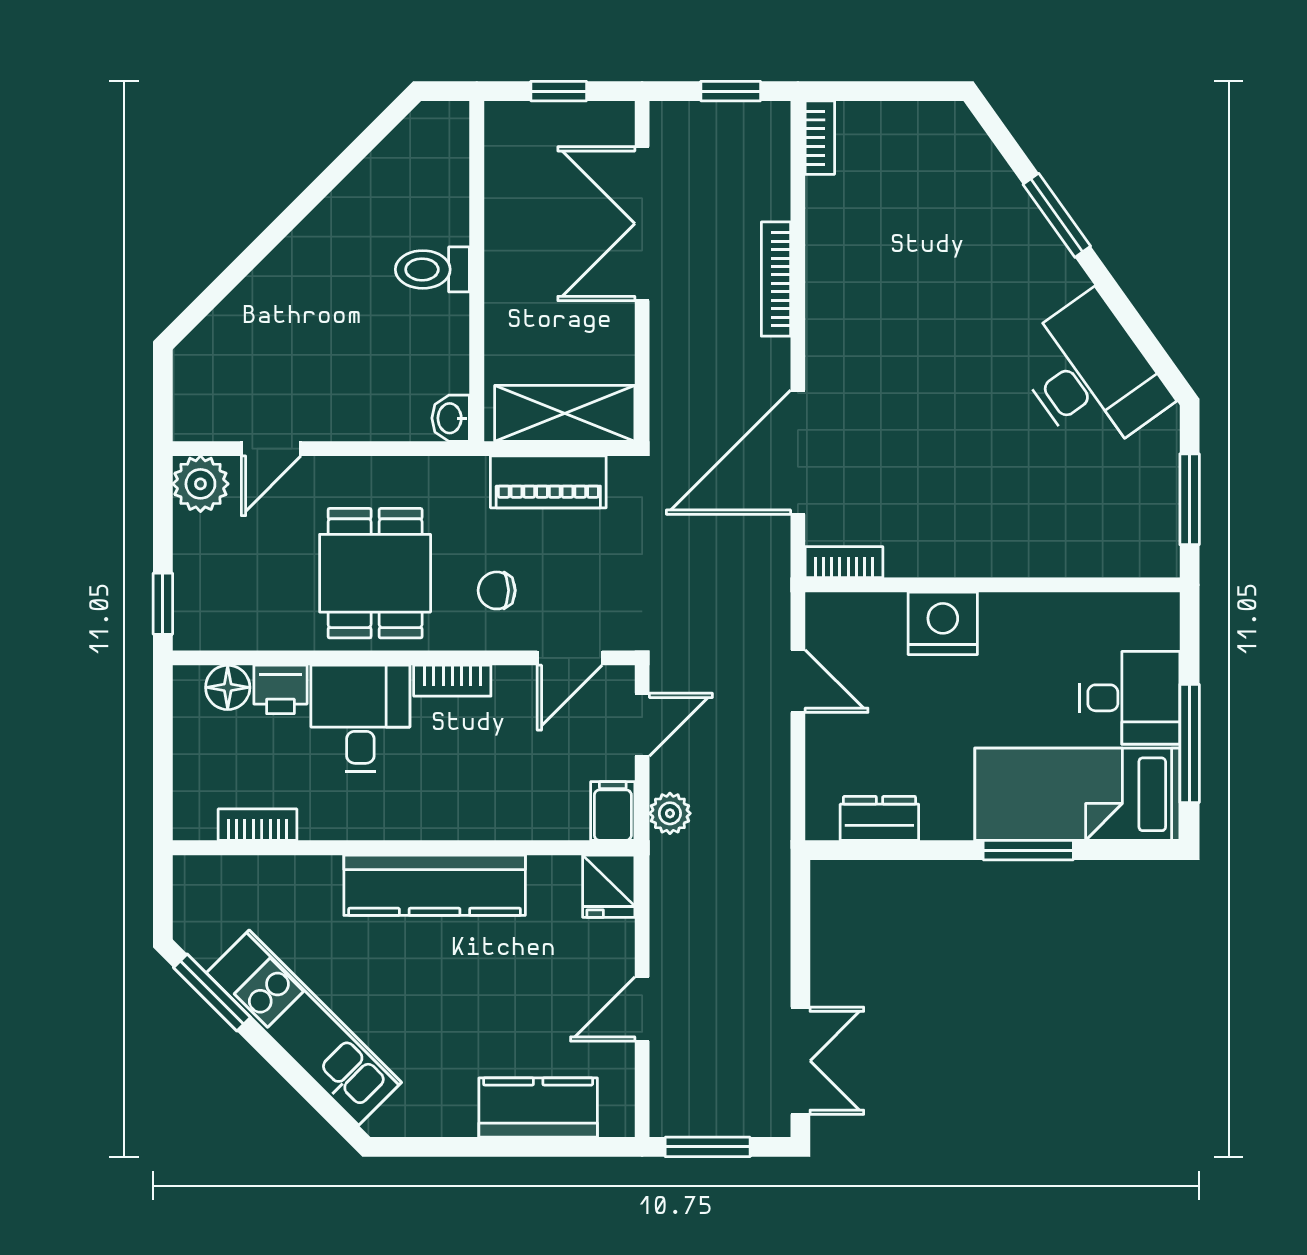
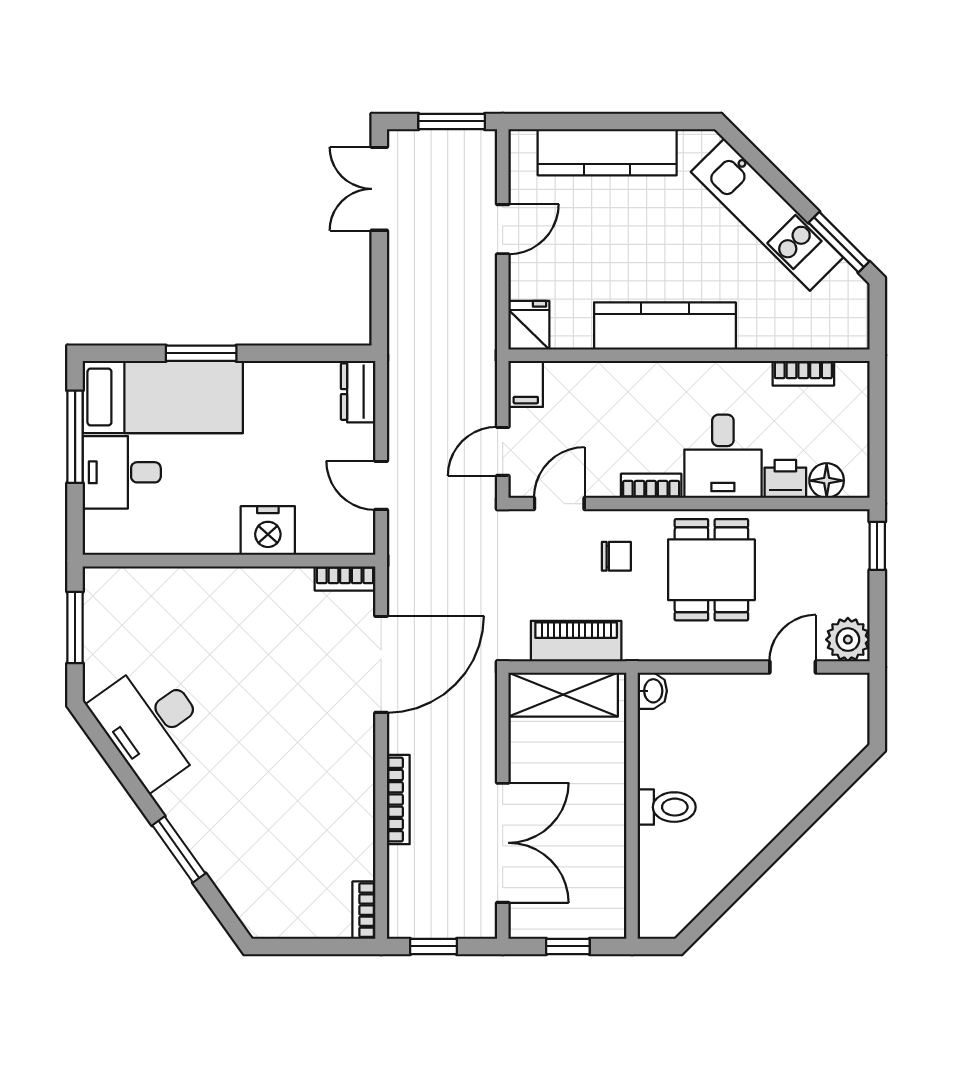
plant: (670, 813) -> (481, 382), removed
dresser: (879, 818) -> (358, 392), moved, turned 90
kitchen counter: (538, 1108) -> (607, 152), width x1.50

